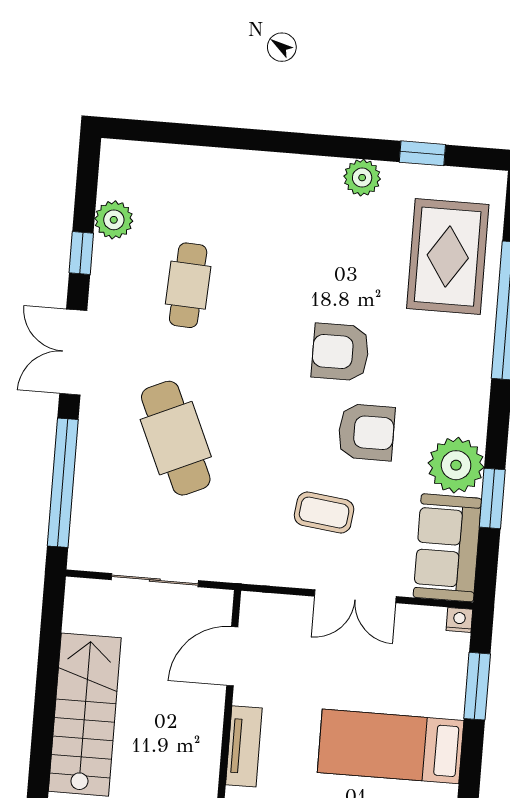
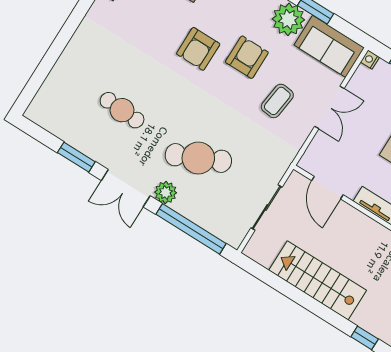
plant: (114, 220) -> (166, 192), moved
window: (81, 253) -> (76, 157), width x1.50

